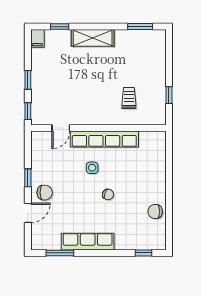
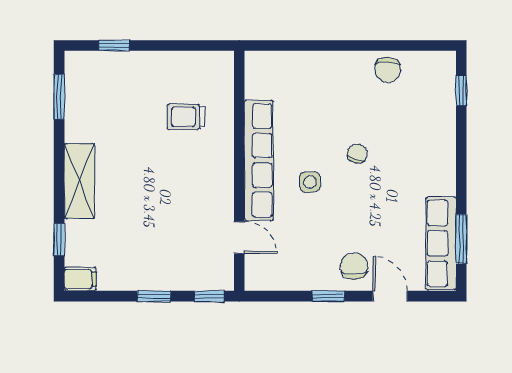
window: (169, 95) -> (114, 46), moved
row of seats: (88, 242) -> (441, 243), moved

